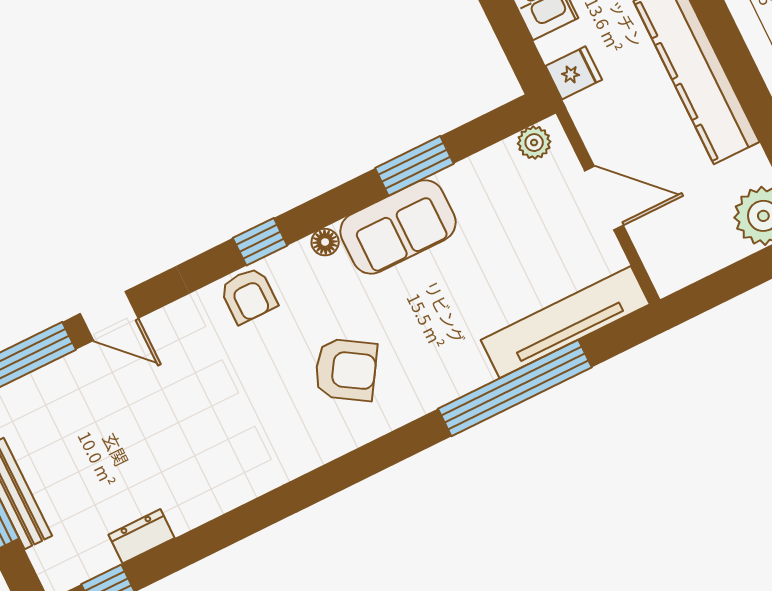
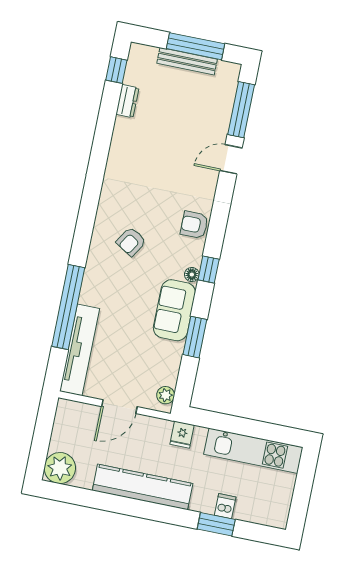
window: (260, 242) -> (209, 270), moved
armchair: (346, 370) -> (131, 242), width x0.72, depth x0.72

